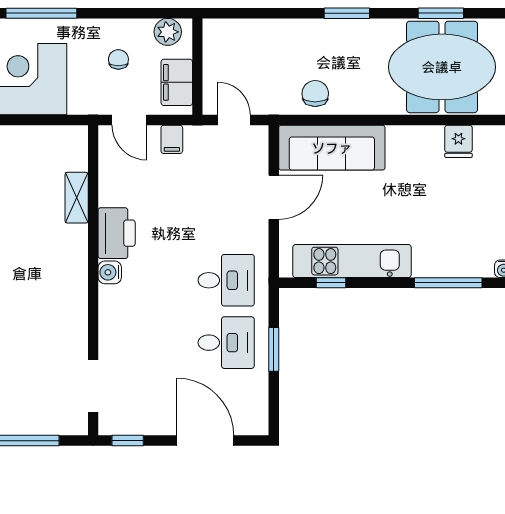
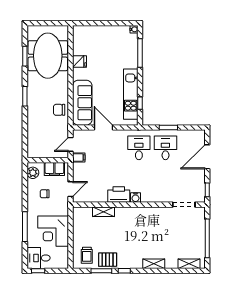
filing cabinet: (172, 139) -> (79, 157), moved
fridge: (458, 141) -> (80, 61), moved

